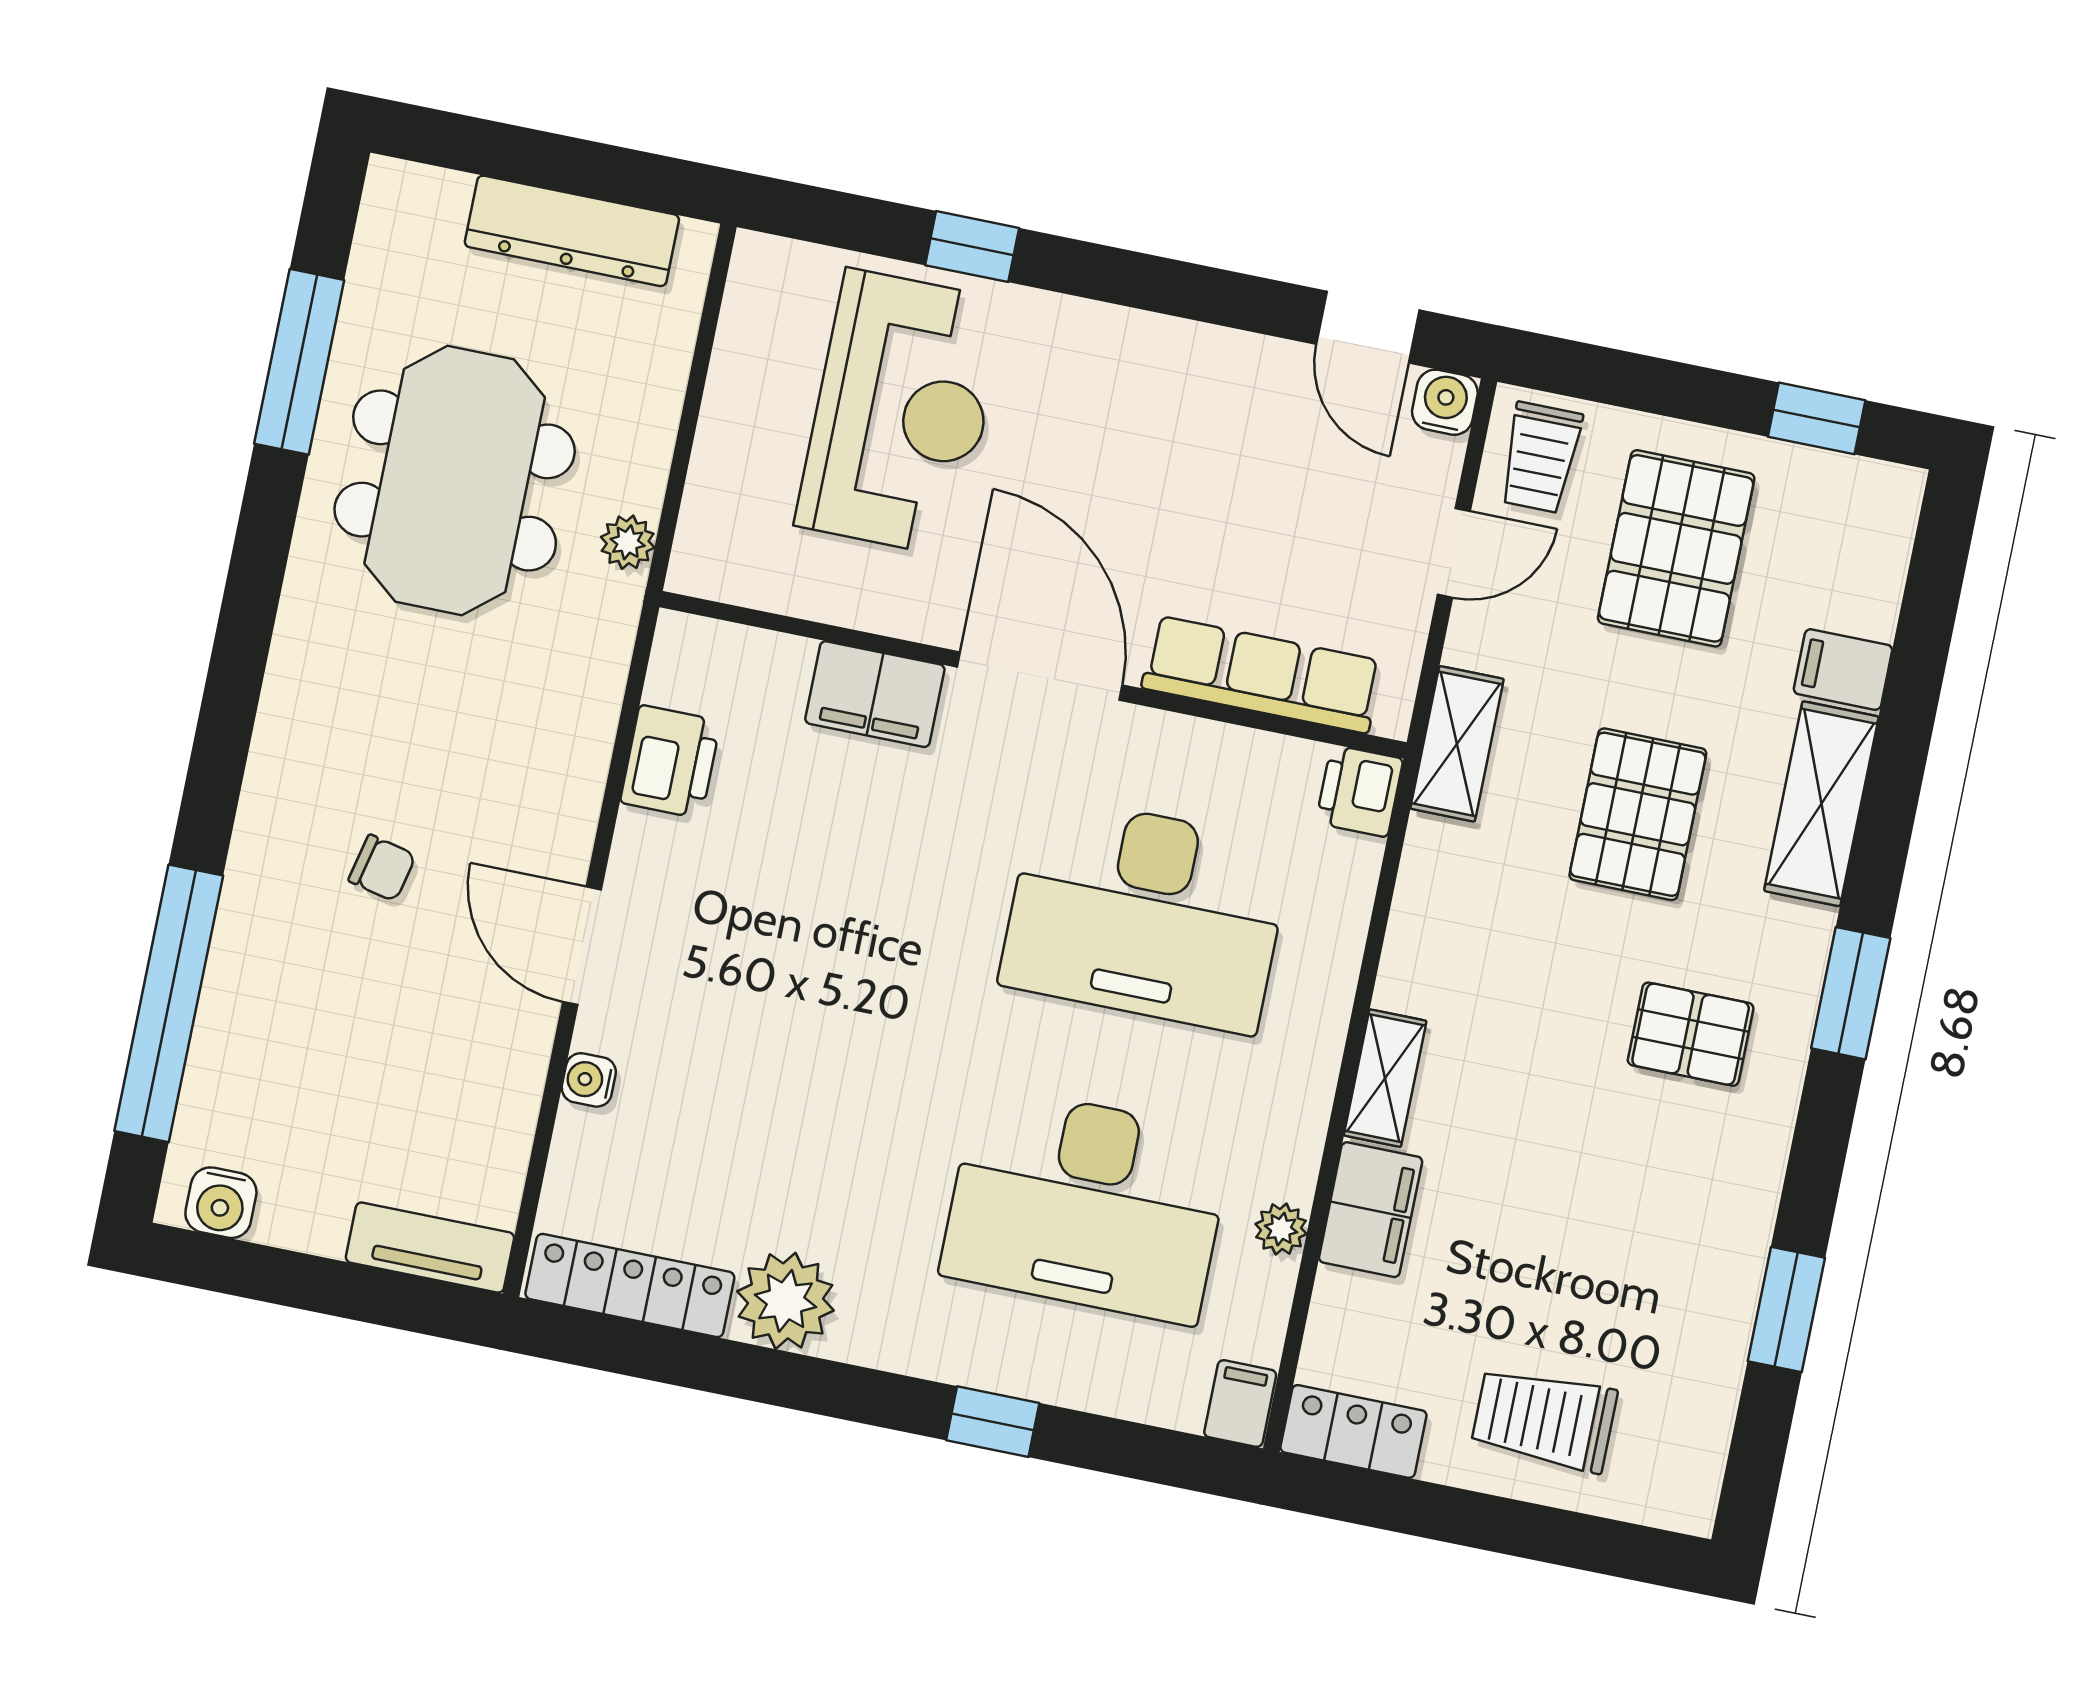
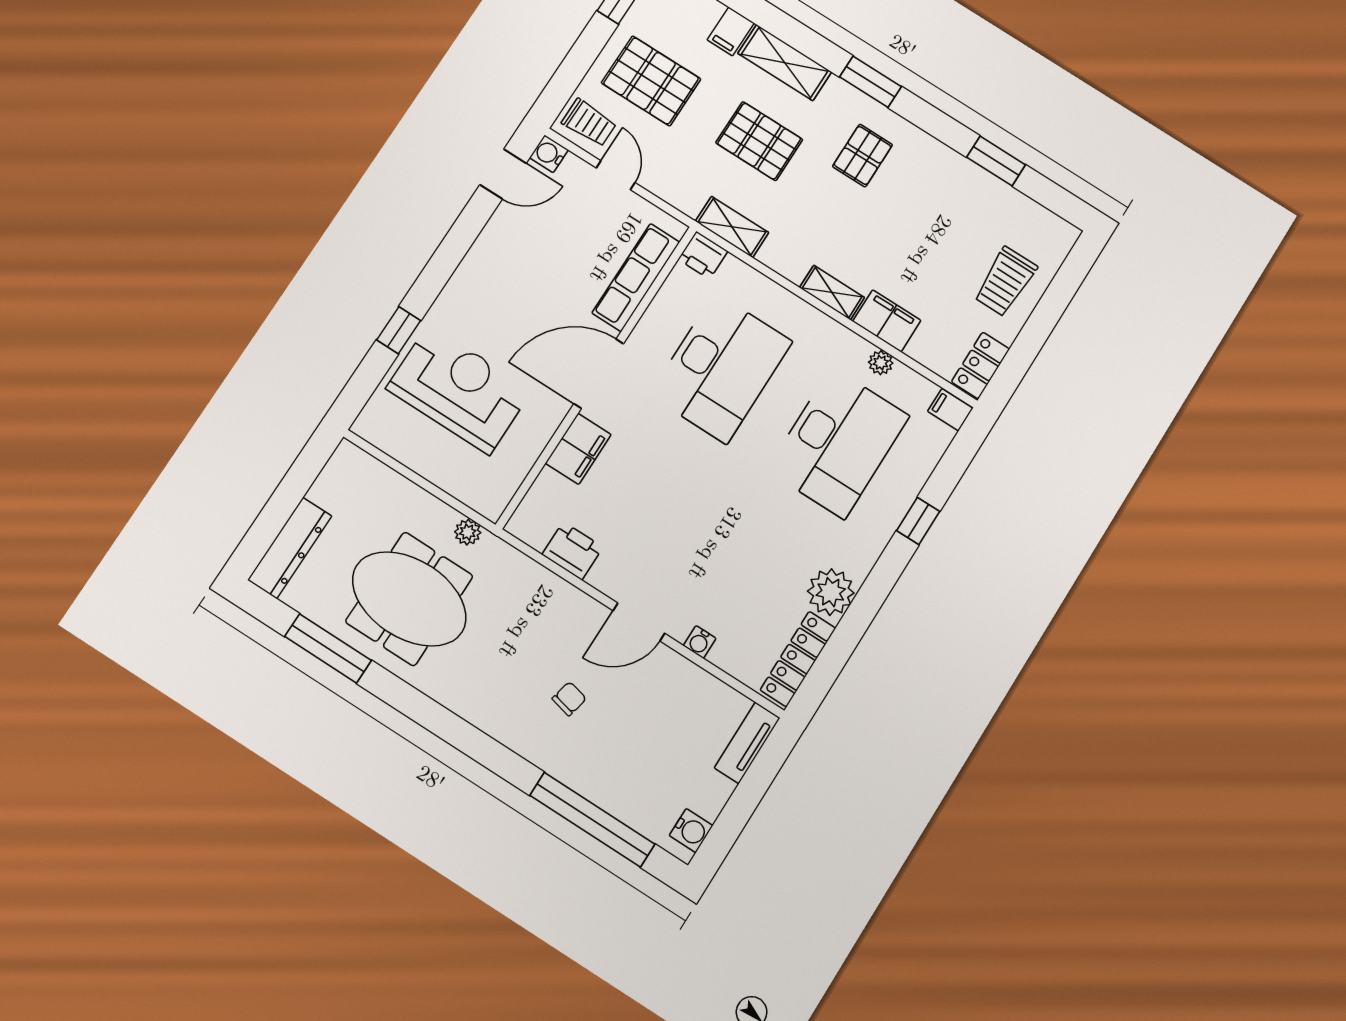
dresser: (572, 231) -> (290, 548), moved
shelving: (1457, 744) -> (732, 227), moved

